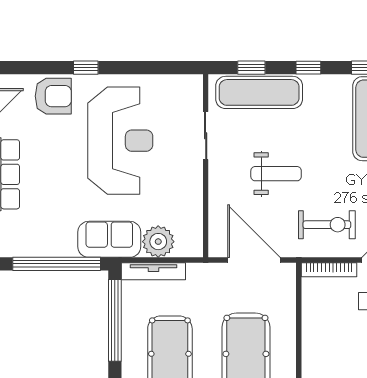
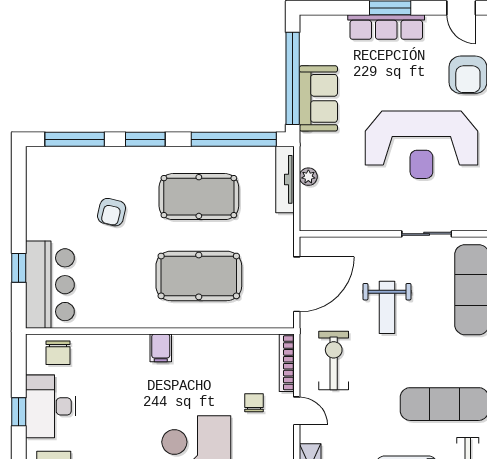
exercise bike: (327, 225) -> (334, 360), turned 180
sofa: (109, 239) -> (318, 98), moved
plant: (158, 242) -> (308, 177), width x0.53, depth x0.53

